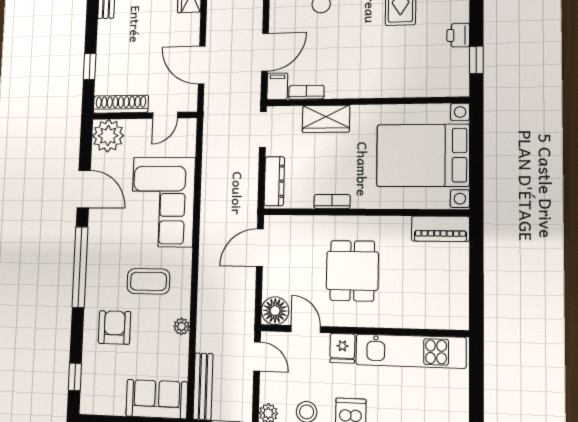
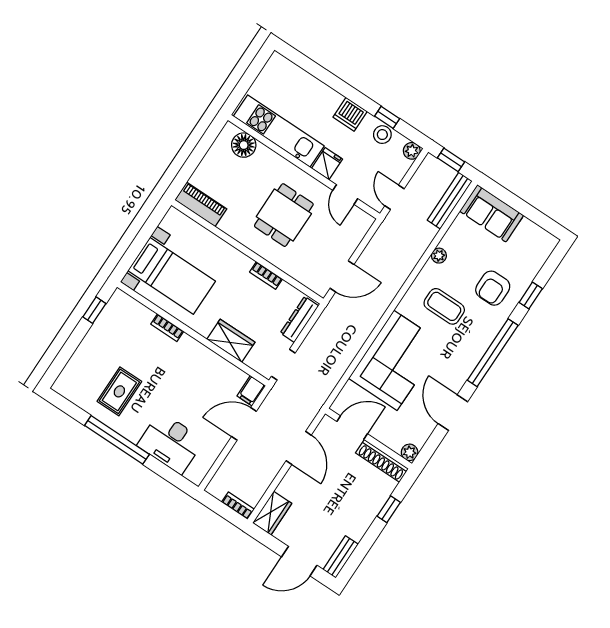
printer: (458, 35) -> (95, 338), removed
bookcase: (306, 92) -> (167, 328), moved
door: (165, 115) -> (352, 428), width x1.38
plant: (108, 136) -> (410, 452), width x0.53, depth x0.53
bed with nightstands: (423, 155) -> (172, 276), width x0.73
floor lamp: (275, 311) -> (244, 145), moved
window: (75, 377) -> (531, 296), moved

